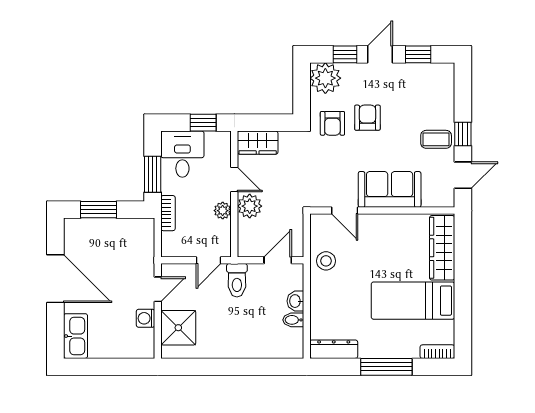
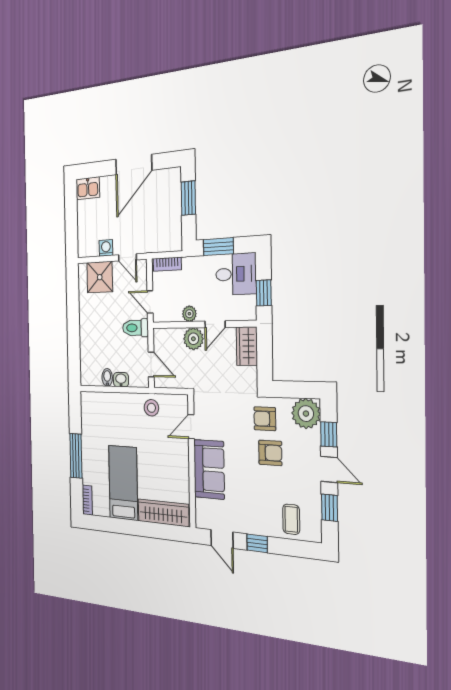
coffee table: (436, 139) -> (291, 519), moved
bookcase: (168, 213) -> (167, 264), moved
kitchen sink: (76, 336) -> (88, 188), width x0.73
dresser: (334, 349) -> (87, 412), removed

